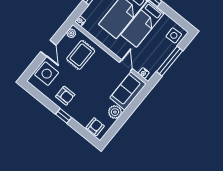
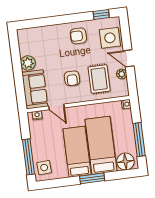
plant: (71, 33) -> (122, 74), moved
window: (170, 61) -> (29, 157), moved
window: (64, 116) -> (101, 15), moved
armchair: (95, 127) -> (72, 78), moved

